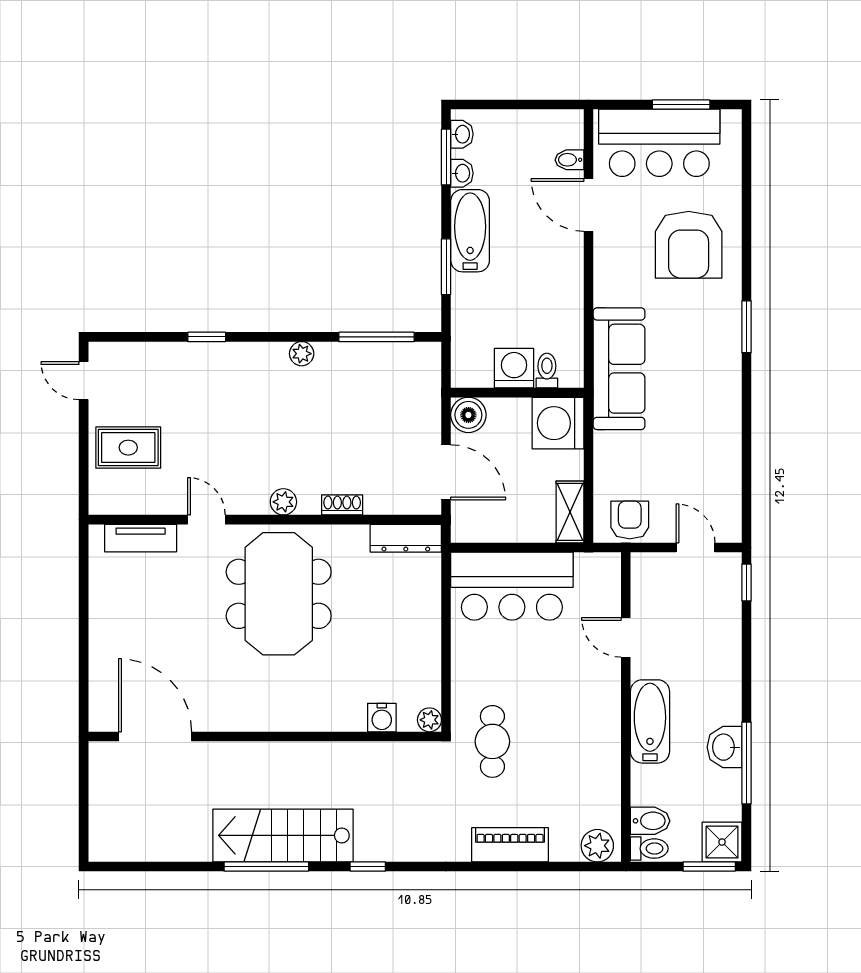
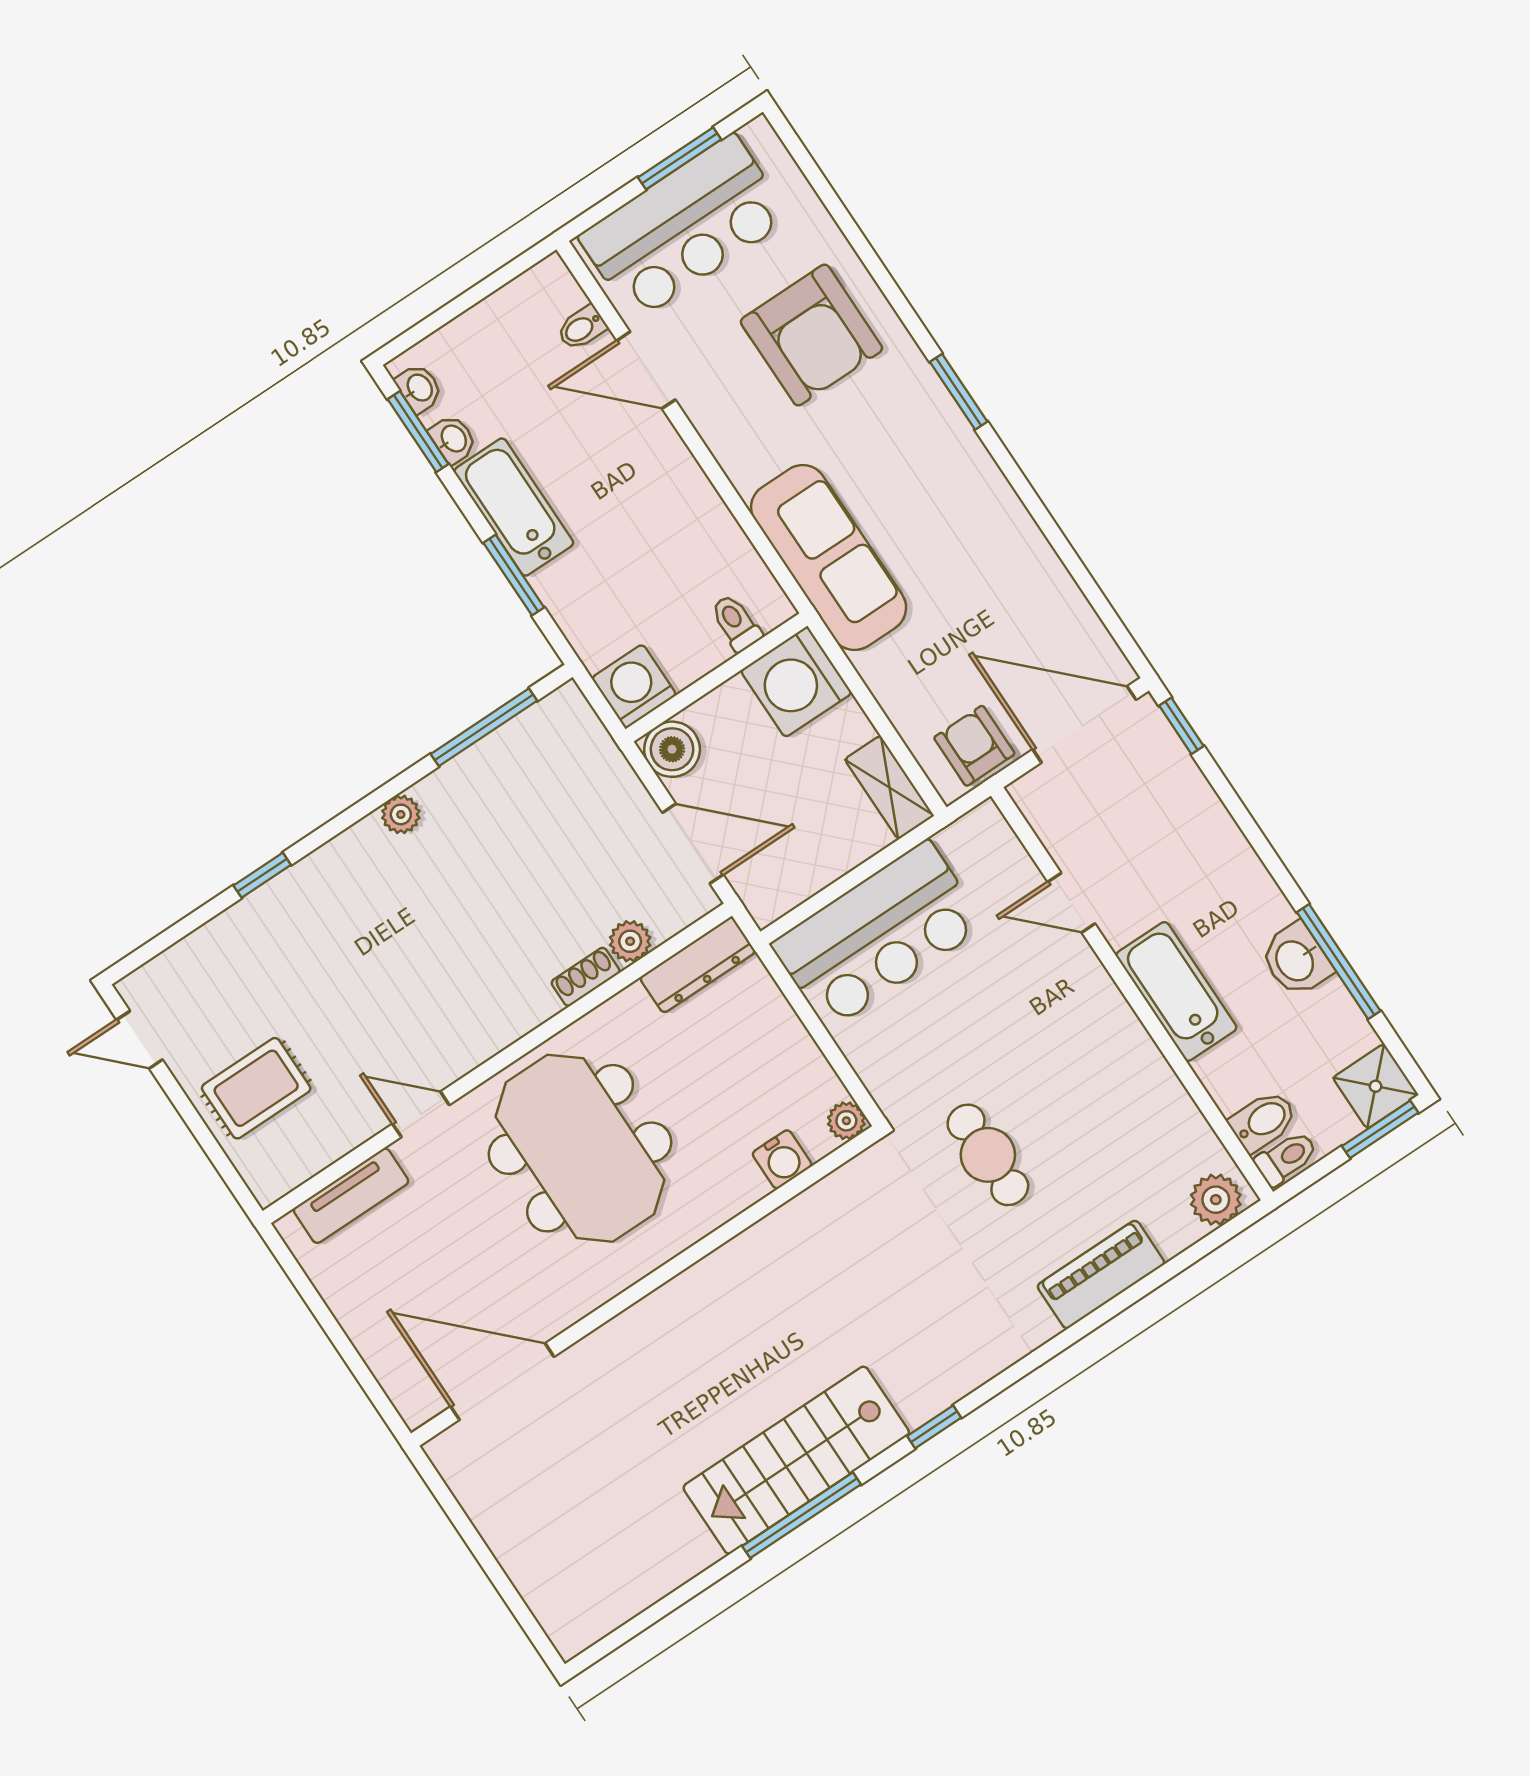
washing machine: (514, 368) -> (634, 686), moved
plant: (283, 502) -> (630, 941), moved
door: (696, 547) -> (1084, 724), width x1.87
water cooler: (382, 718) -> (782, 1159), moved
plant: (429, 720) -> (846, 1121), moved
door: (155, 736) -> (502, 1382), moved
wall: (265, 736) -> (646, 1286), moved

